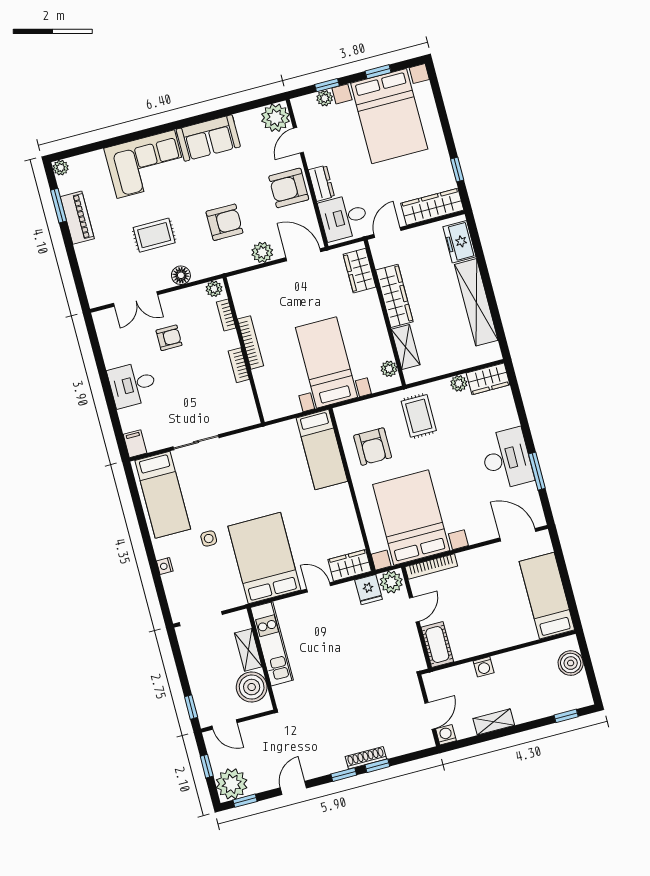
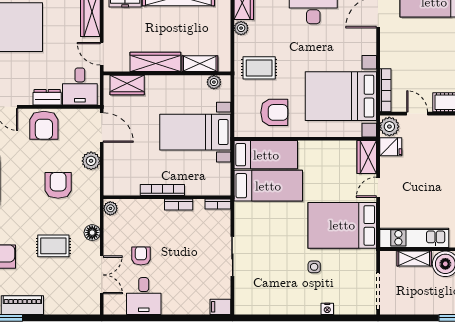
rug: (154, 235) -> (53, 246), turned 90
door: (303, 255) -> (102, 128), swing flipped
bookcase: (226, 315) -> (218, 204), moved
desk: (132, 385) -> (144, 296), moved
bed: (163, 495) -> (268, 186), moved

